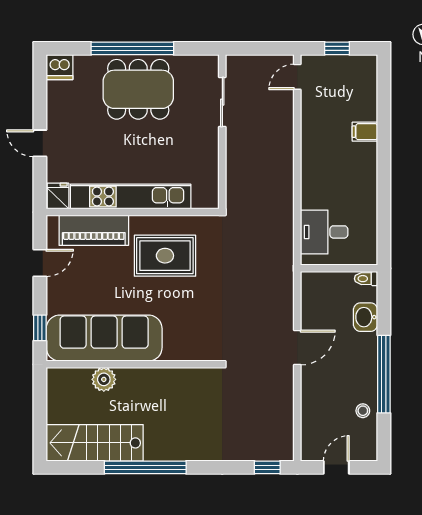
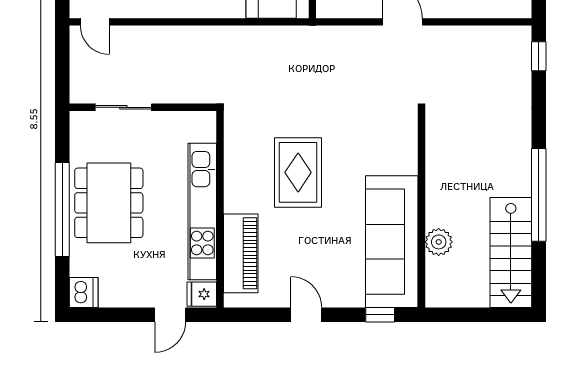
fridge: (58, 196) -> (202, 294), moved
kitchen unit: (131, 196) -> (202, 211), moved
wall: (133, 212) -> (220, 209), moved
piano: (94, 230) -> (241, 253), moved

